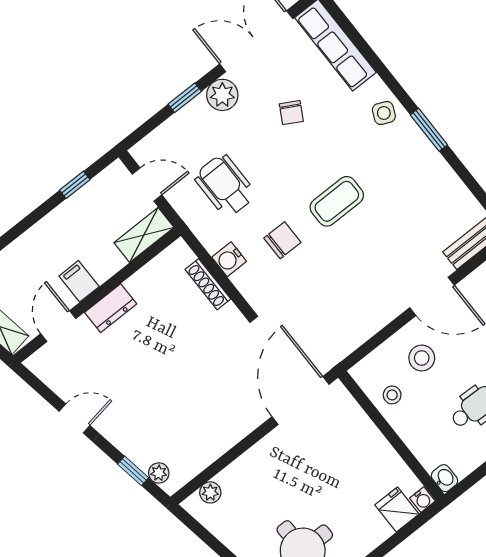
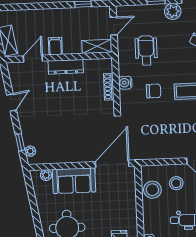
door: (147, 184) -> (114, 26), hinge flipped
dresser: (111, 308) -> (66, 67), width x1.44
stool: (392, 395) -> (152, 190), width x1.89, depth x1.89
door: (75, 418) -> (12, 102), hinge flipped
sofa: (260, 469) -> (74, 181), added

